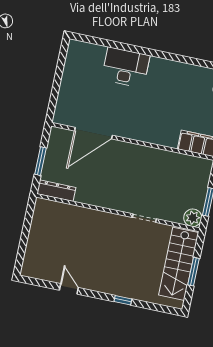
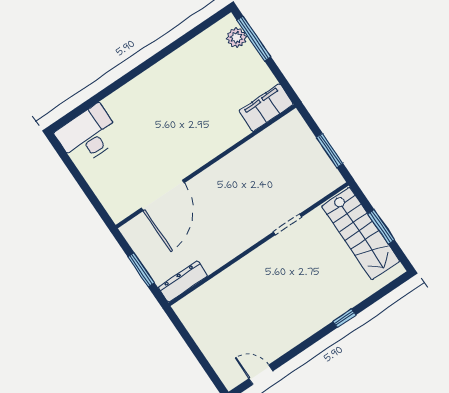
desk: (126, 67) -> (88, 135), moved
plant: (193, 218) -> (331, 179), removed
door: (69, 289) -> (261, 375), moved

